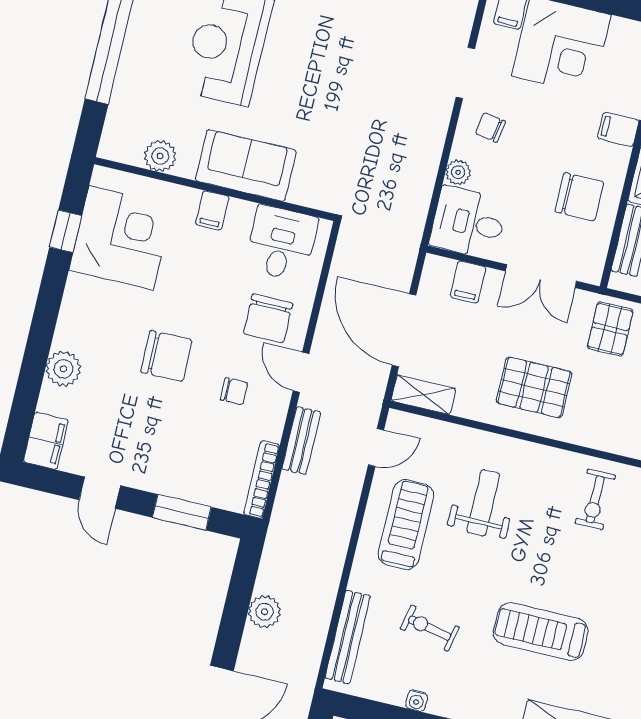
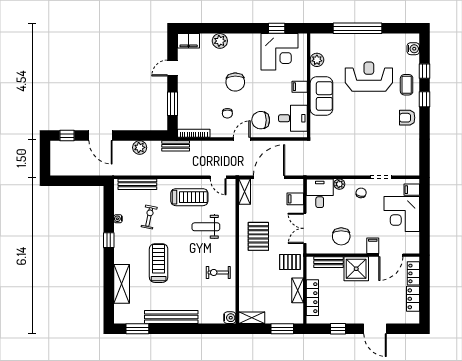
bench: (301, 441) -> (176, 146), moved
weight bench: (483, 503) -> (206, 227), turned 180

